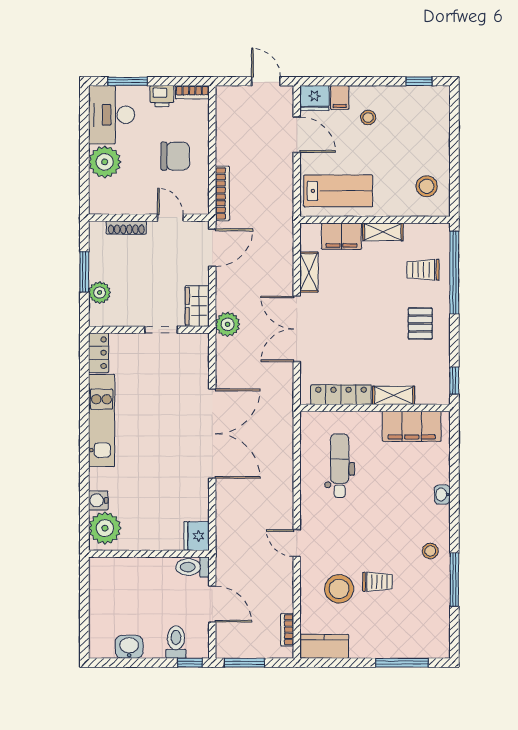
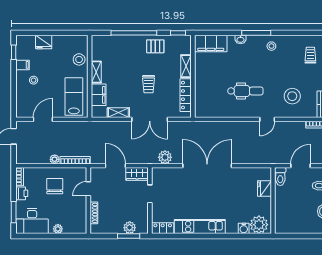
fridge: (314, 98) -> (44, 42), moved, turned 90
filing cabinet: (340, 98) -> (23, 65), moved
plant: (224, 156) -> (55, 159), added
plant: (105, 162) -> (58, 229), width x0.53, depth x0.53
stool: (427, 186) -> (79, 59), moved
door: (212, 248) -> (115, 166), moved
trolley: (423, 270) -> (149, 84), moved
window: (84, 272) -> (129, 236), moved
window: (454, 273) -> (134, 33), moved
pallet: (420, 323) -> (155, 46), moved
plant: (228, 324) -> (165, 157), moved
filing cabinet: (412, 426) -> (211, 44), moved, turned 90
dental chair: (340, 466) -> (245, 91), moved, turned 180
fridge: (197, 536) -> (264, 188), moved, turned 90
window: (454, 580) -> (256, 33), moved
trolley: (377, 582) -> (310, 55), moved

